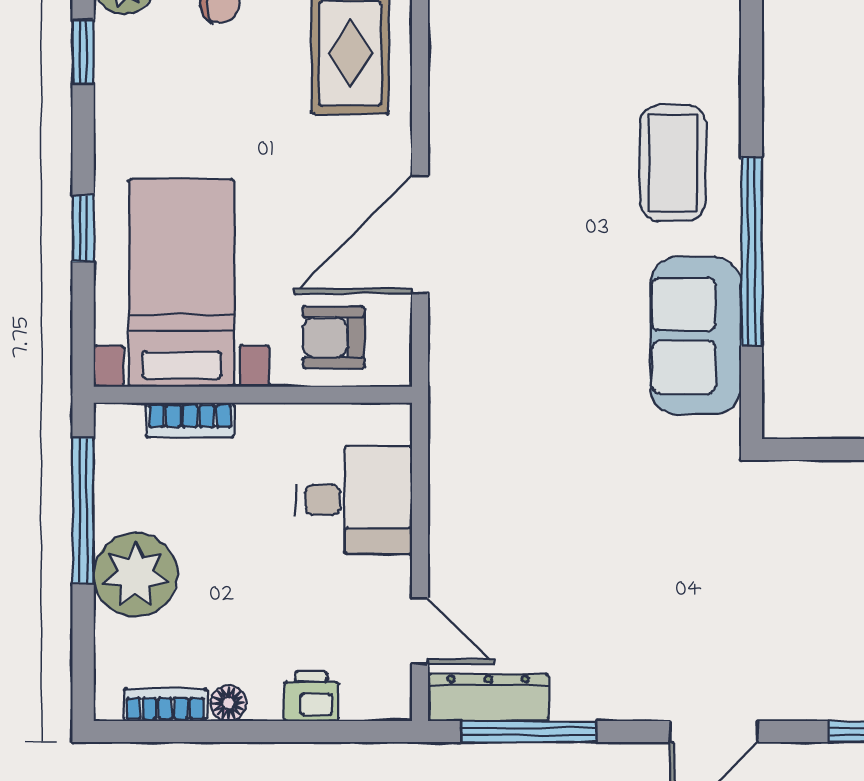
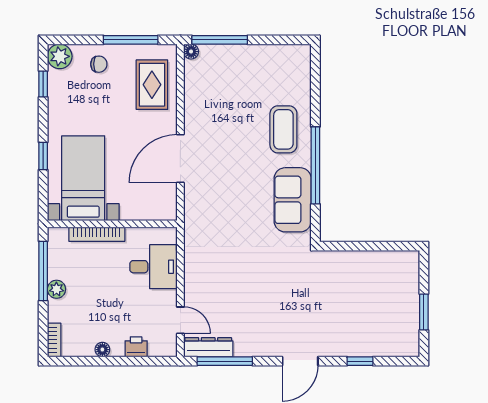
armchair: (334, 337) -> (145, 200), removed
bookcase: (190, 420) -> (97, 234), width x1.56
plant: (135, 575) -> (56, 289), width x0.53, depth x0.53
bookcase: (165, 705) -> (54, 340), moved, turned 90

